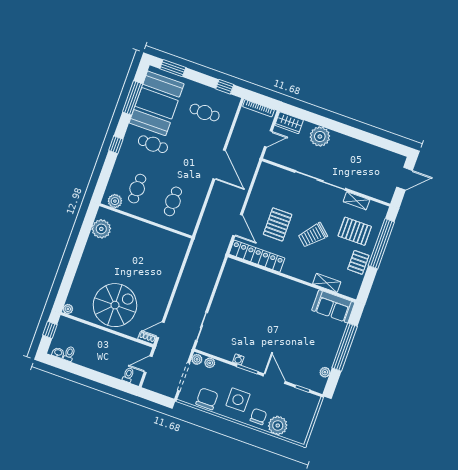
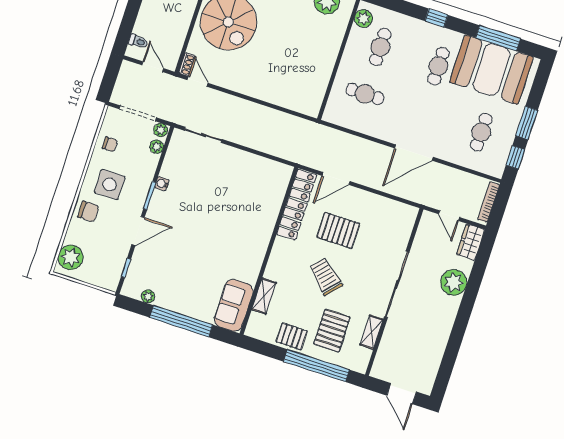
window: (173, 68) -> (527, 123), moved
cafe table: (137, 189) -> (380, 47), turned 90
chair: (207, 399) -> (110, 144), width x0.54, depth x0.54
plant: (278, 426) -> (71, 257), moved

